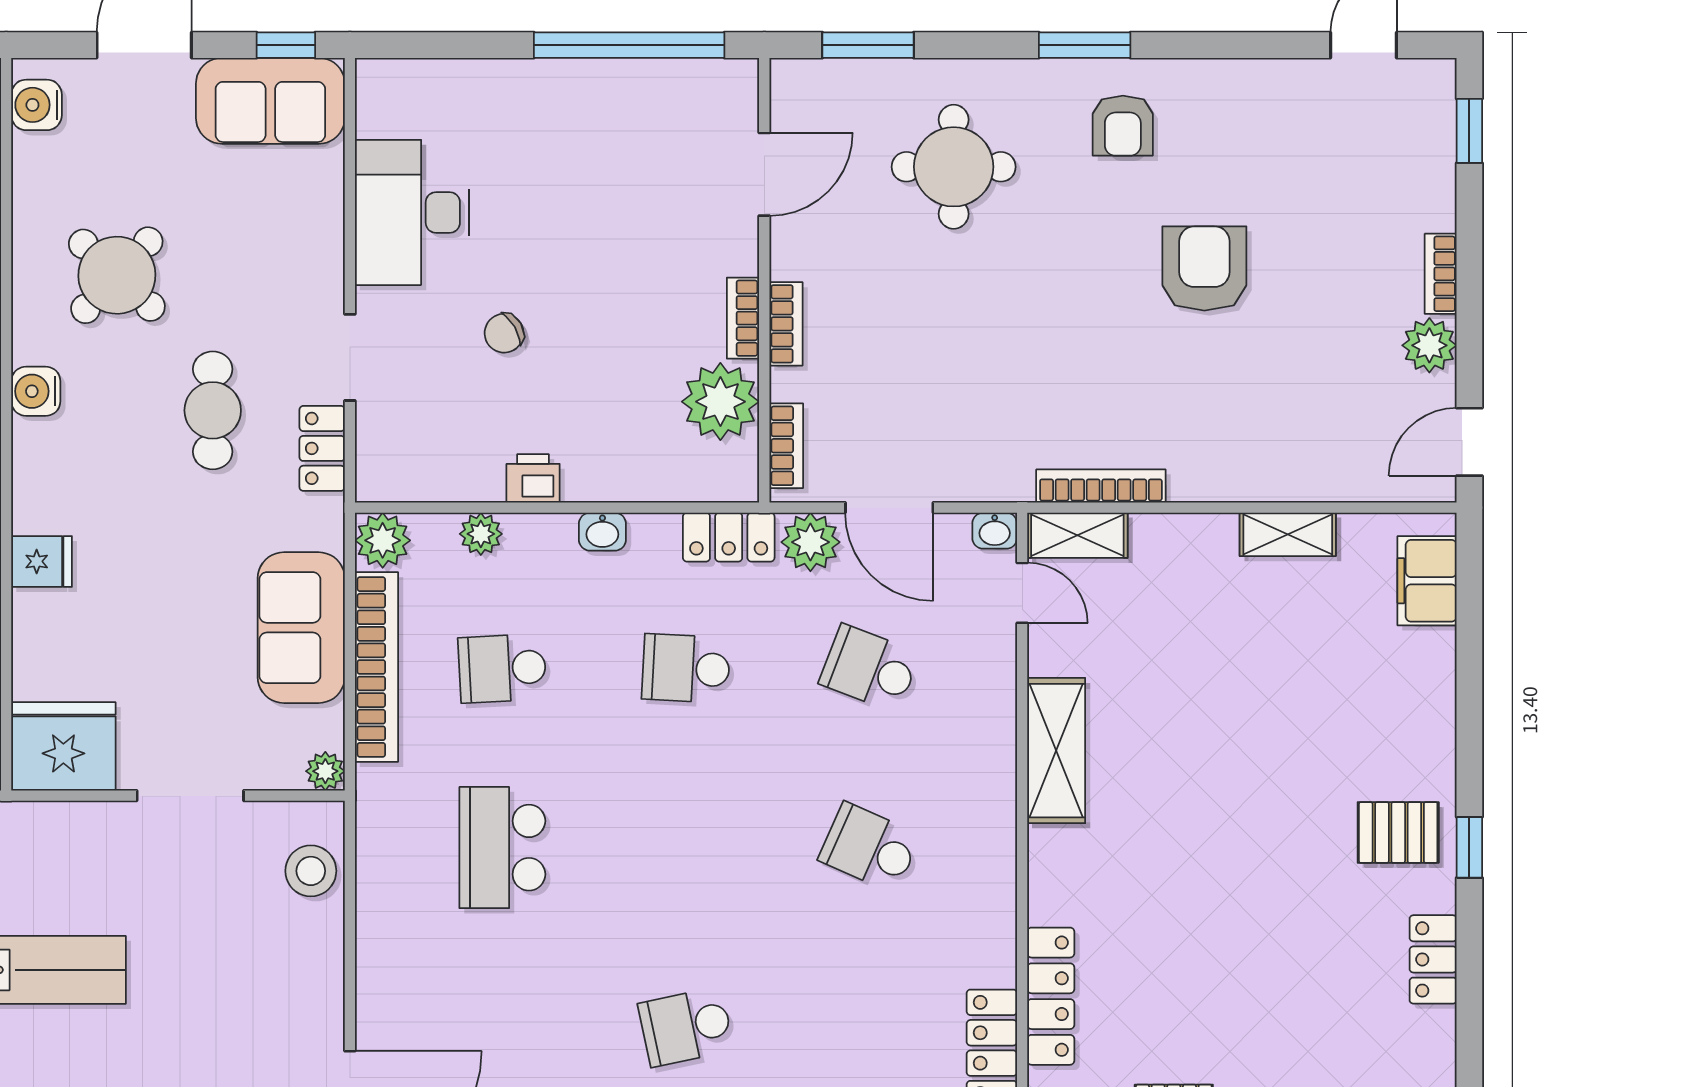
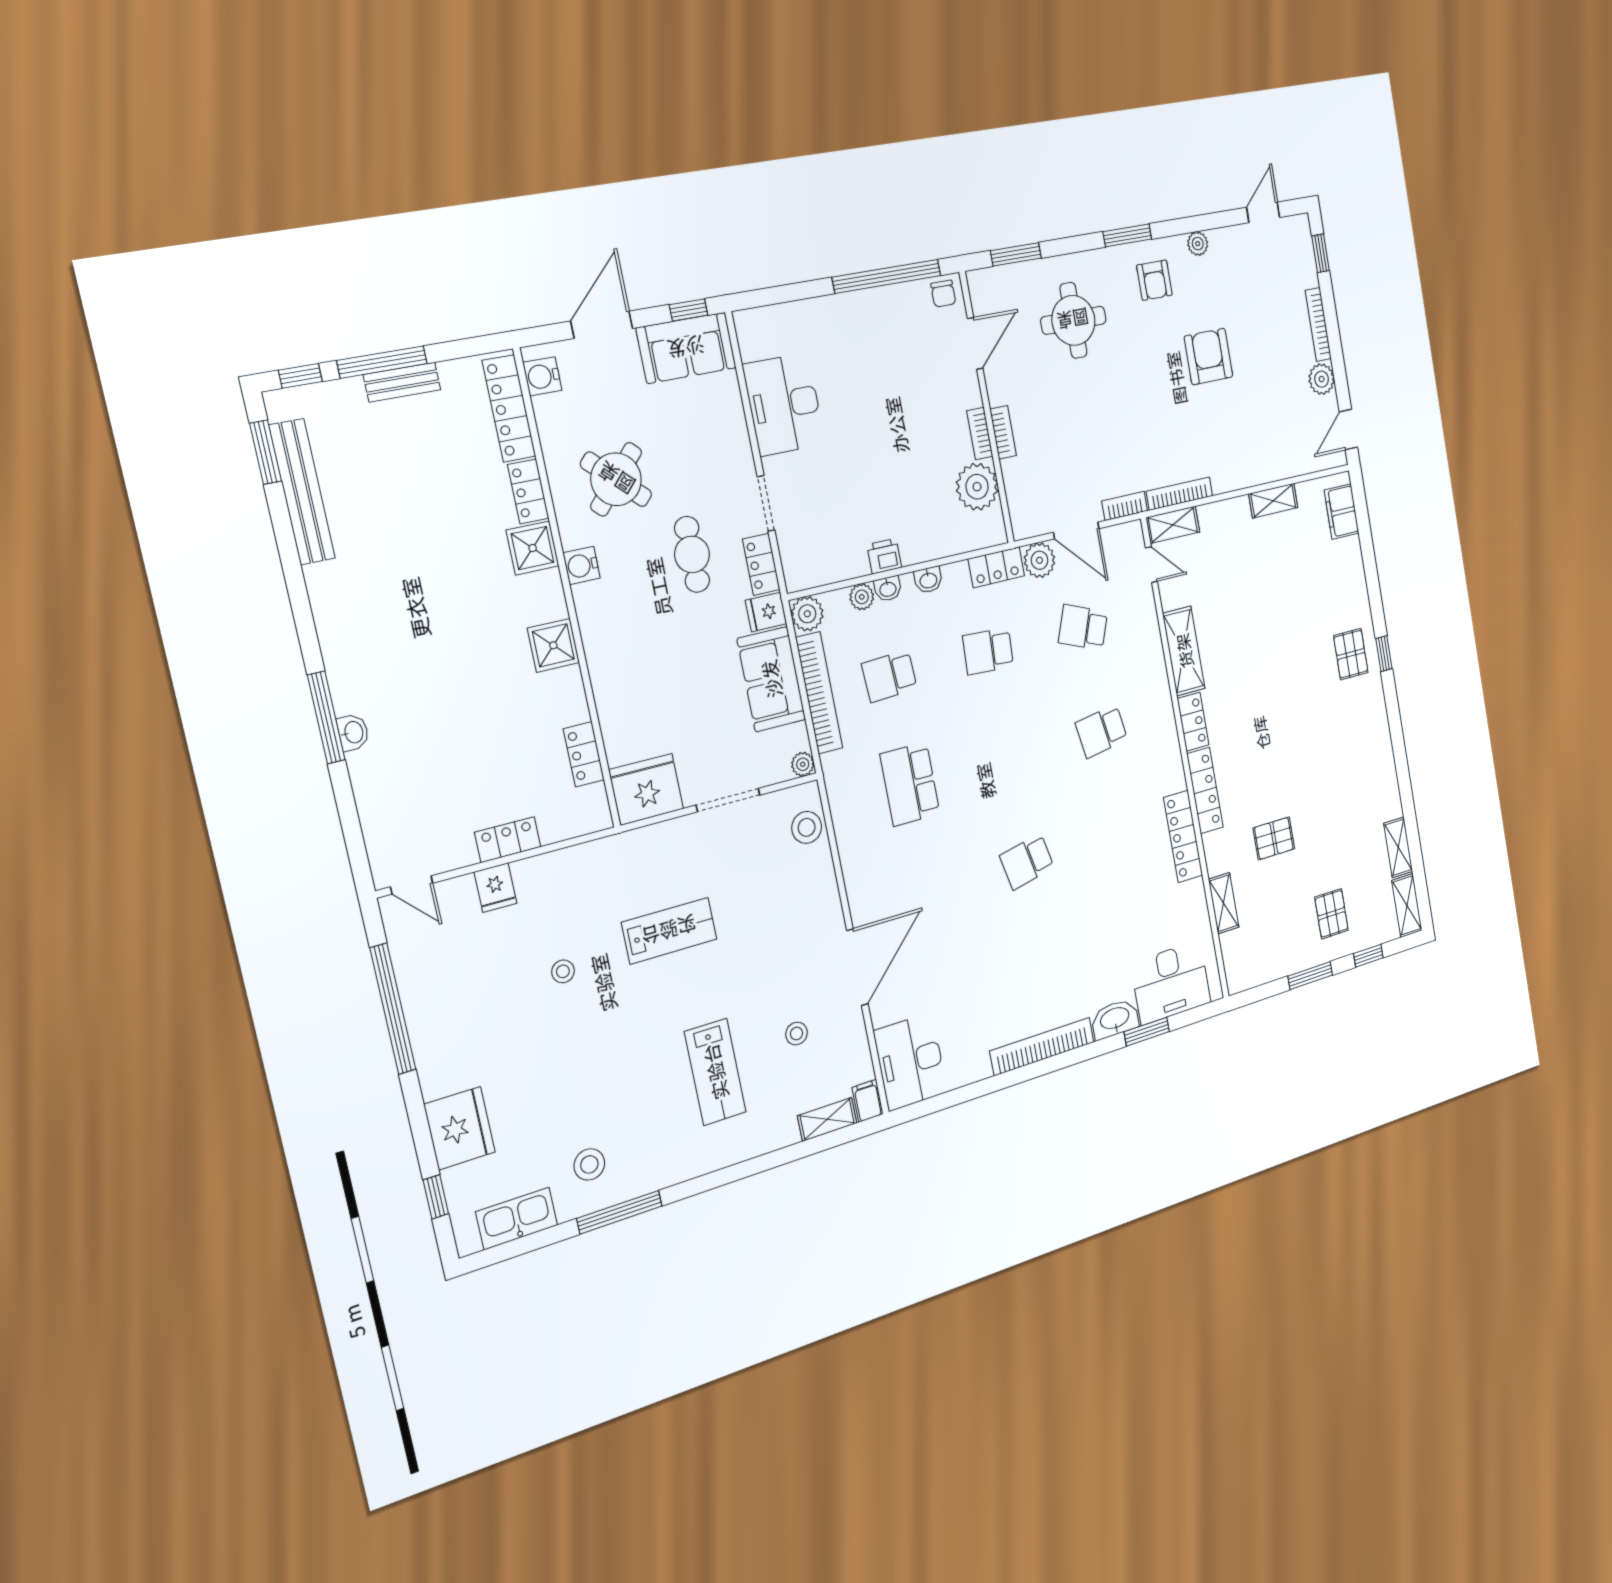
plant: (1220, 78) -> (1198, 244), added
bookcase: (1441, 274) -> (1318, 325), width x1.56
chair: (504, 333) -> (943, 294), moved, turned -60
bookcase: (786, 446) -> (1125, 506), moved, turned -90
washbasin: (995, 531) -> (888, 589), moved
fridge: (42, 561) -> (766, 612), moved, turned 180
pallet: (1398, 832) -> (1351, 654), turned 90
school desk: (870, 848) -> (1102, 731), turned -33
locker: (1433, 959) -> (1193, 722), moved, turned 180

